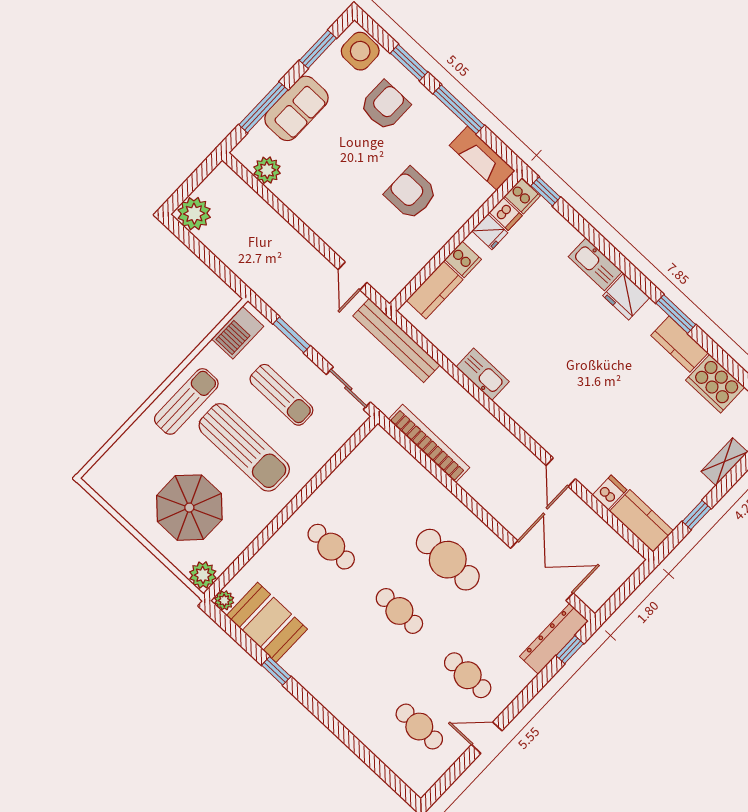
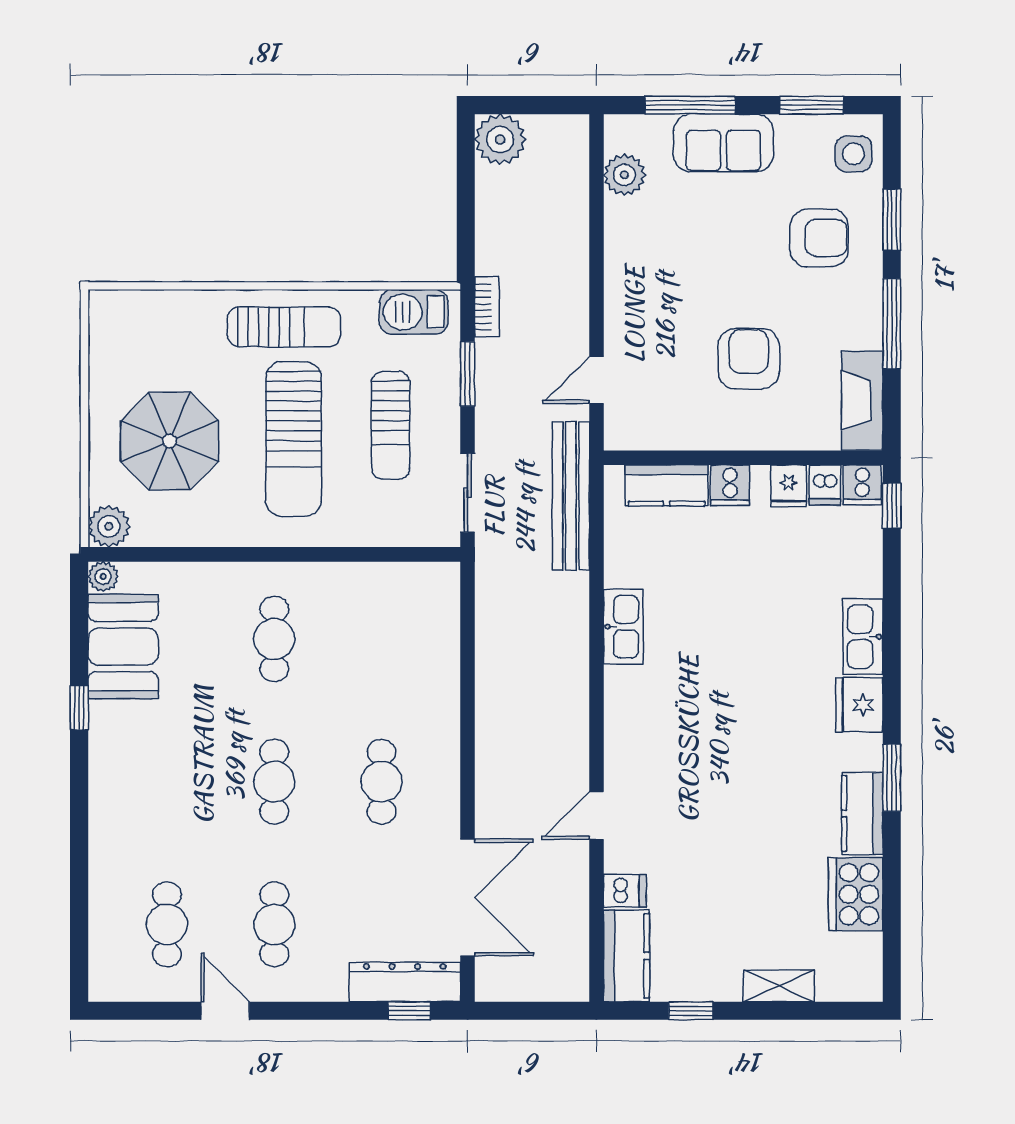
side table: (360, 51) -> (854, 154), width x0.73, depth x0.73
bookcase: (429, 443) -> (487, 307), moved, width x0.43, depth x0.76
cafe table: (448, 560) -> (382, 782), width x0.73, depth x0.74

